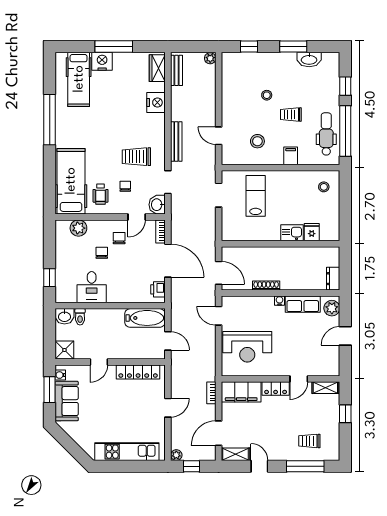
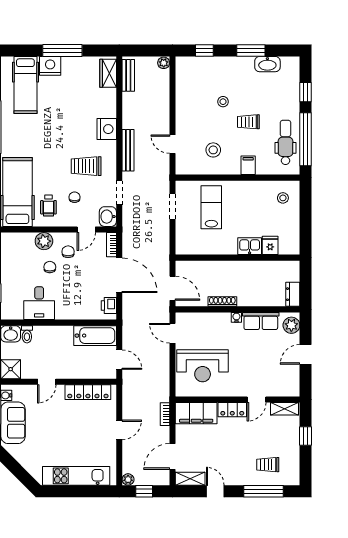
nightstand: (156, 103) -> (107, 129), moved
plant: (78, 228) -> (44, 241), moved

